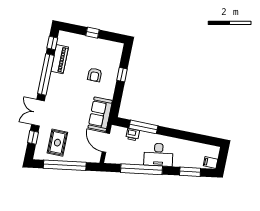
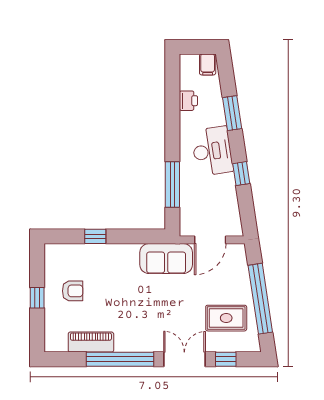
window: (52, 43) -> (67, 359), removed
armchair: (95, 75) -> (73, 291), moved
double door: (38, 113) -> (184, 359), swing flipped
printer: (133, 135) -> (188, 101), moved
window: (142, 169) -> (241, 174), width x0.32
window: (190, 172) -> (232, 113), moved

